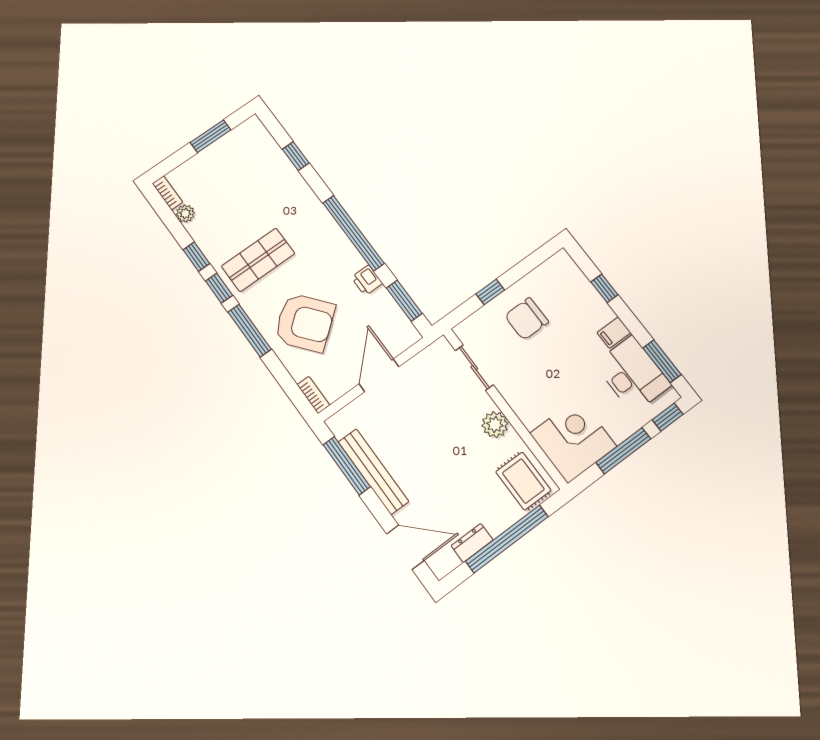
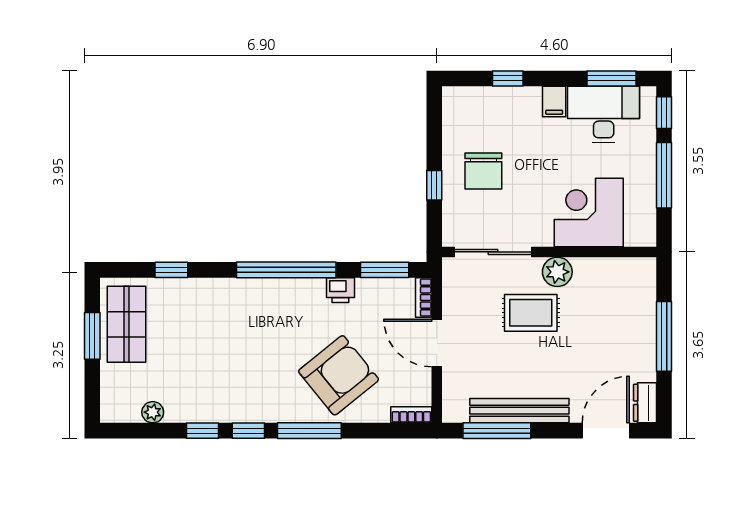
bookcase: (167, 193) -> (424, 297), moved, turned -90
shop shelf: (258, 260) -> (126, 324), moved
sliding door: (474, 368) -> (493, 252), width x1.37
corner desk: (573, 440) -> (589, 212), moved
rug: (523, 481) -> (531, 313), moved
window: (507, 539) -> (664, 336), width x0.68
dresser: (472, 543) -> (645, 403), moved

